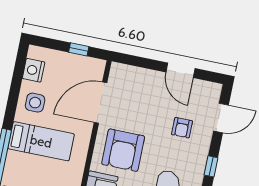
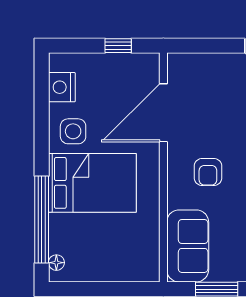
bed: (41, 141) -> (92, 183), width x1.50
armchair: (123, 150) -> (208, 172), width x0.53, depth x0.53

